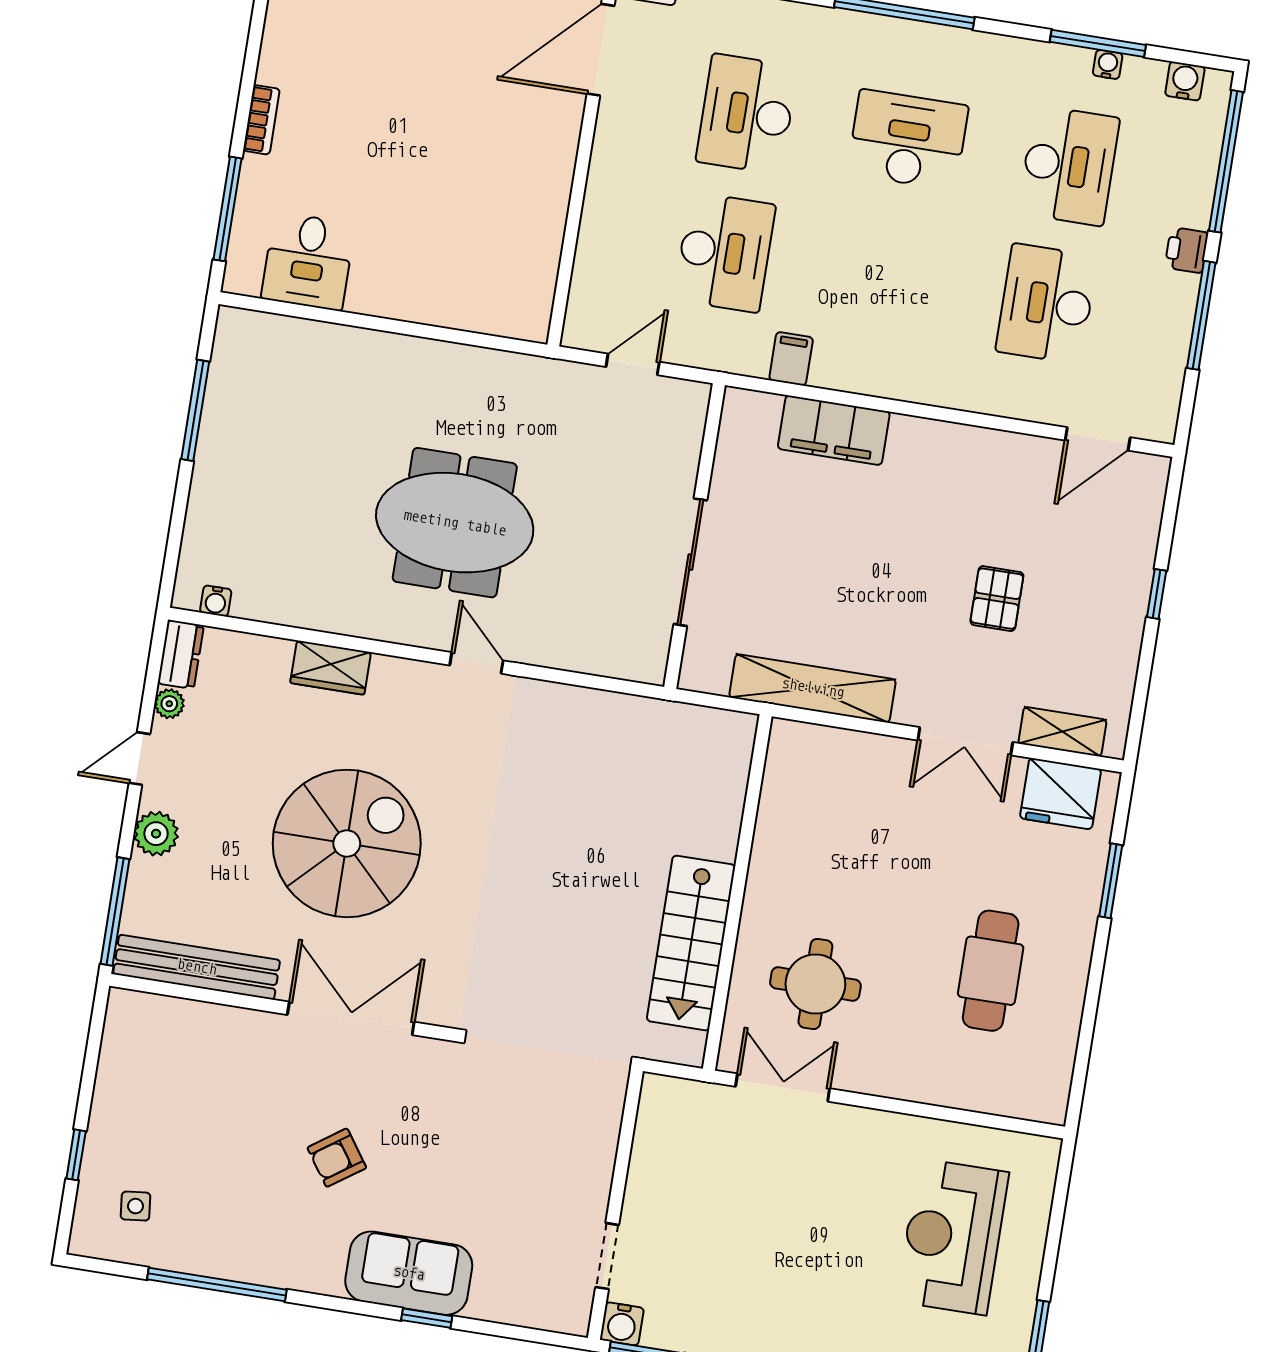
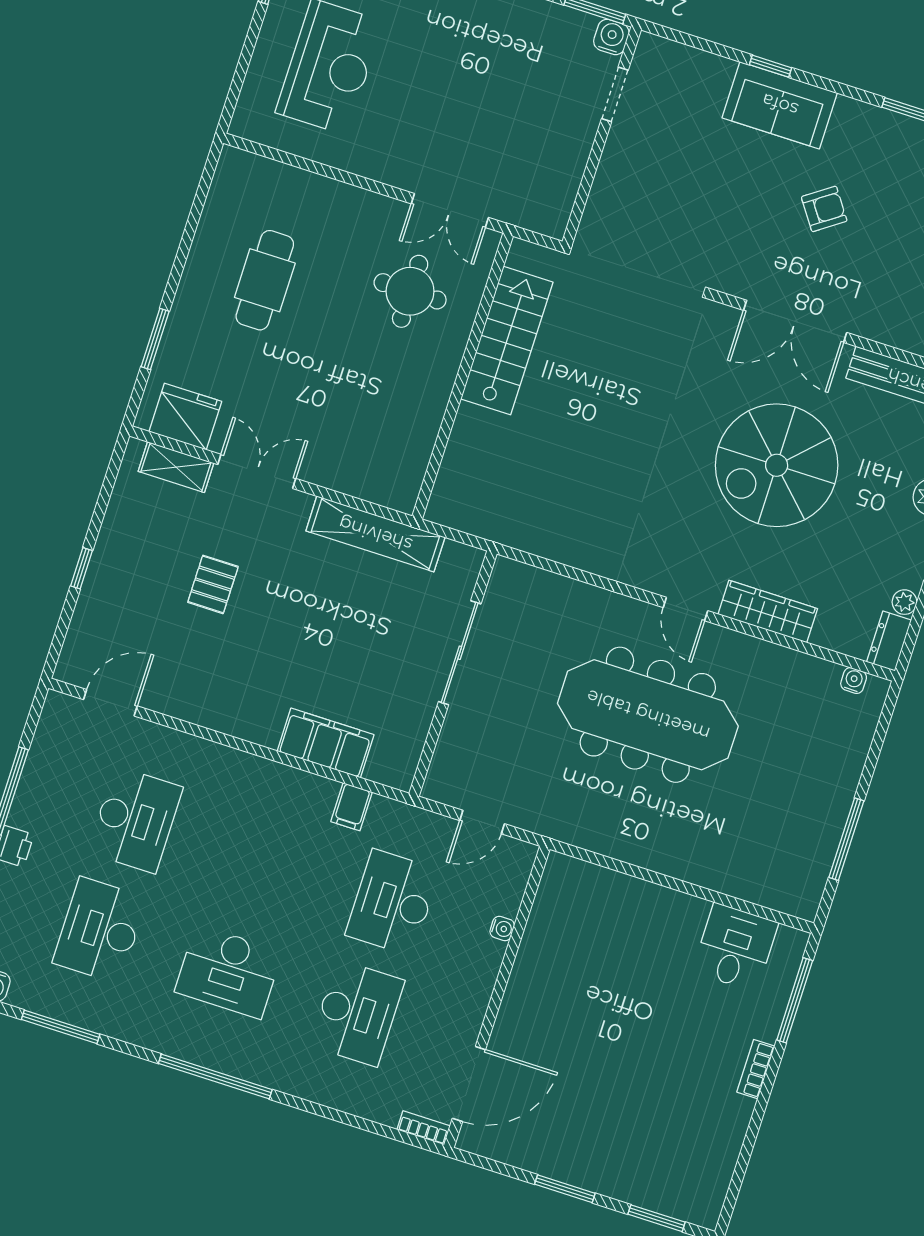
water cooler: (1108, 64) -> (502, 928), moved, turned -90
meeting table: (455, 523) -> (648, 715), width x1.36
door: (476, 663) -> (685, 609), moved
wardrobe: (331, 668) -> (768, 611), width x1.50

